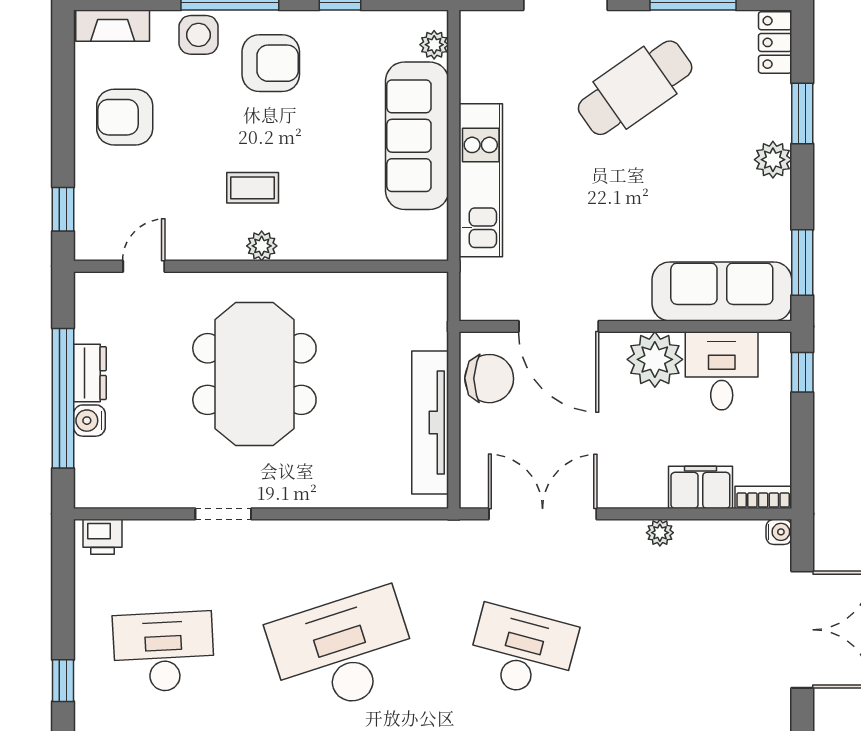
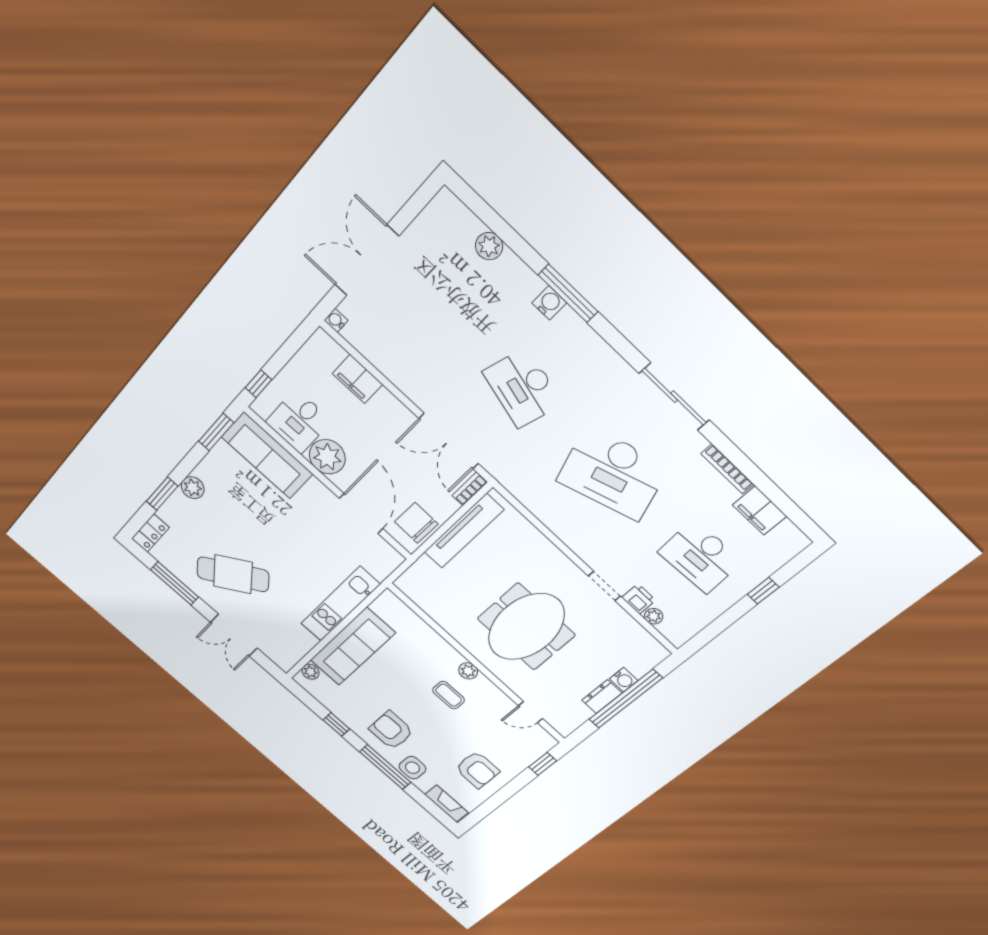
bookcase: (763, 497) -> (470, 489), moved, turned 90
plant: (660, 533) -> (654, 616), moved
printer: (102, 537) -> (639, 599), moved

